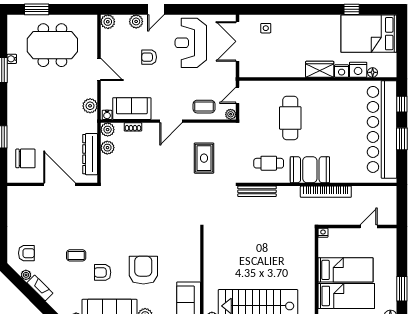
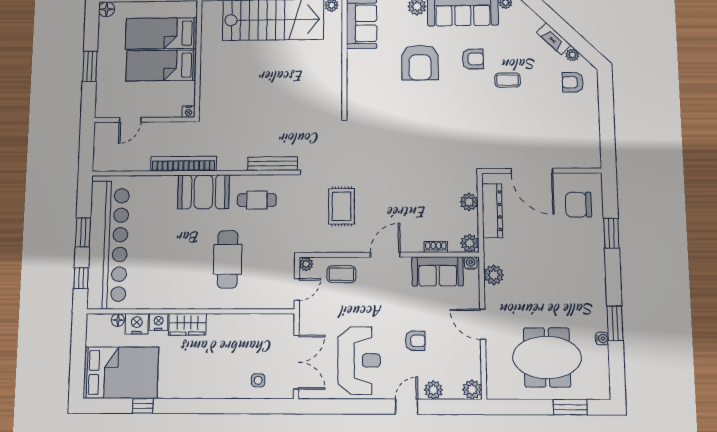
plant: (107, 148) -> (469, 202), moved
window: (402, 289) -> (90, 66), moved

